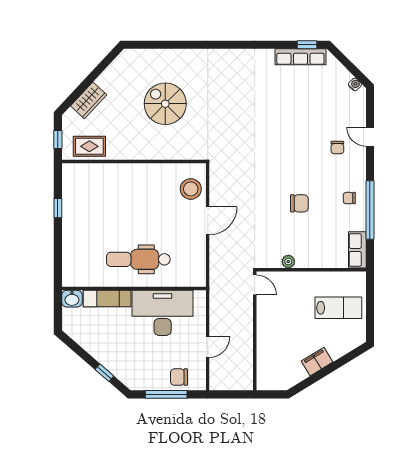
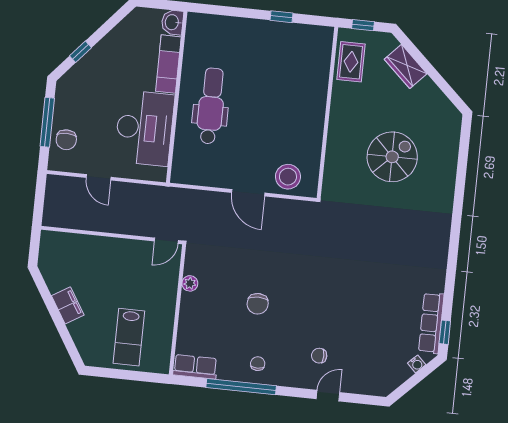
water cooler: (355, 84) -> (417, 364), moved
chair: (179, 377) -> (66, 140), turned 180

